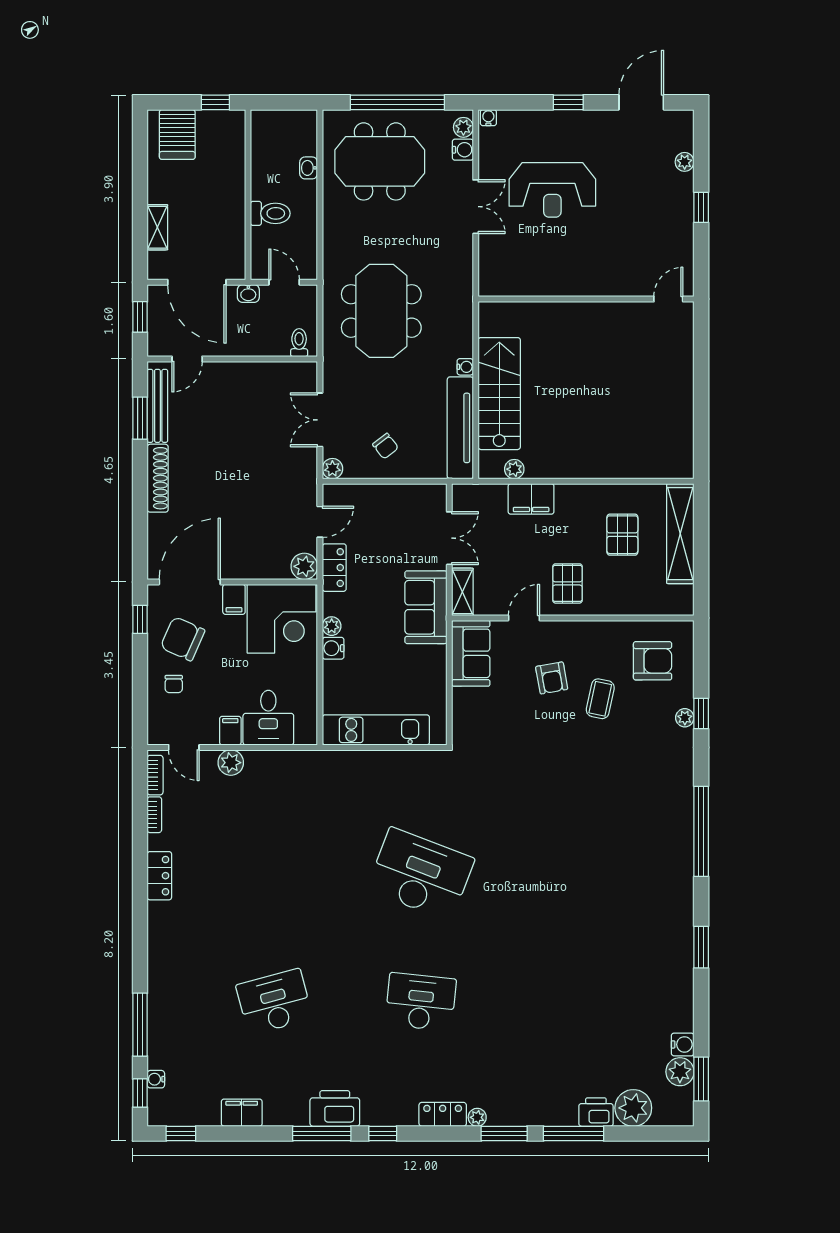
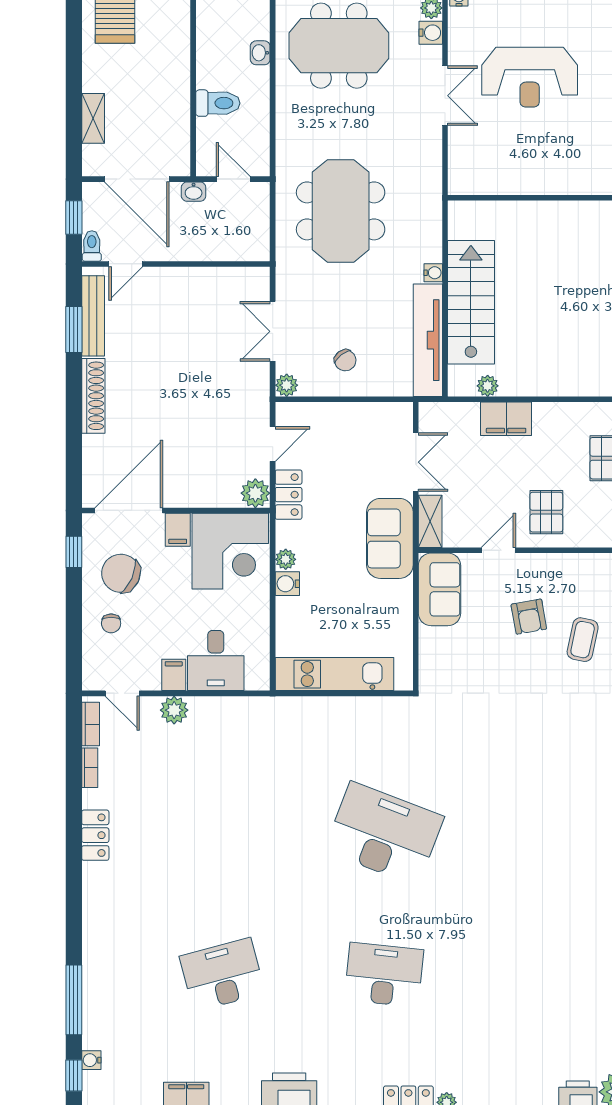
toilet: (299, 343) -> (92, 246), moved

